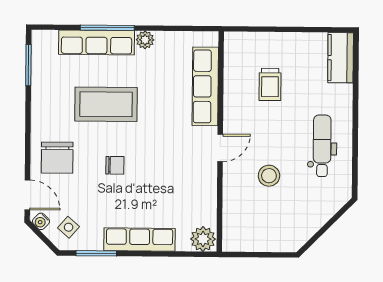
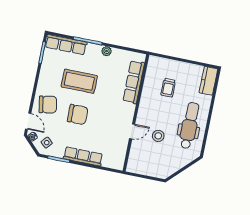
row of seats: (96, 43) -> (66, 45), moved
dental chair: (322, 146) -> (189, 126), width x1.36, depth x1.38
door: (220, 148) -> (132, 131), moved
chair: (57, 158) -> (48, 105), turned -100
chair: (115, 165) -> (78, 115), width x1.87, depth x1.87
plant: (203, 239) -> (117, 163), removed

